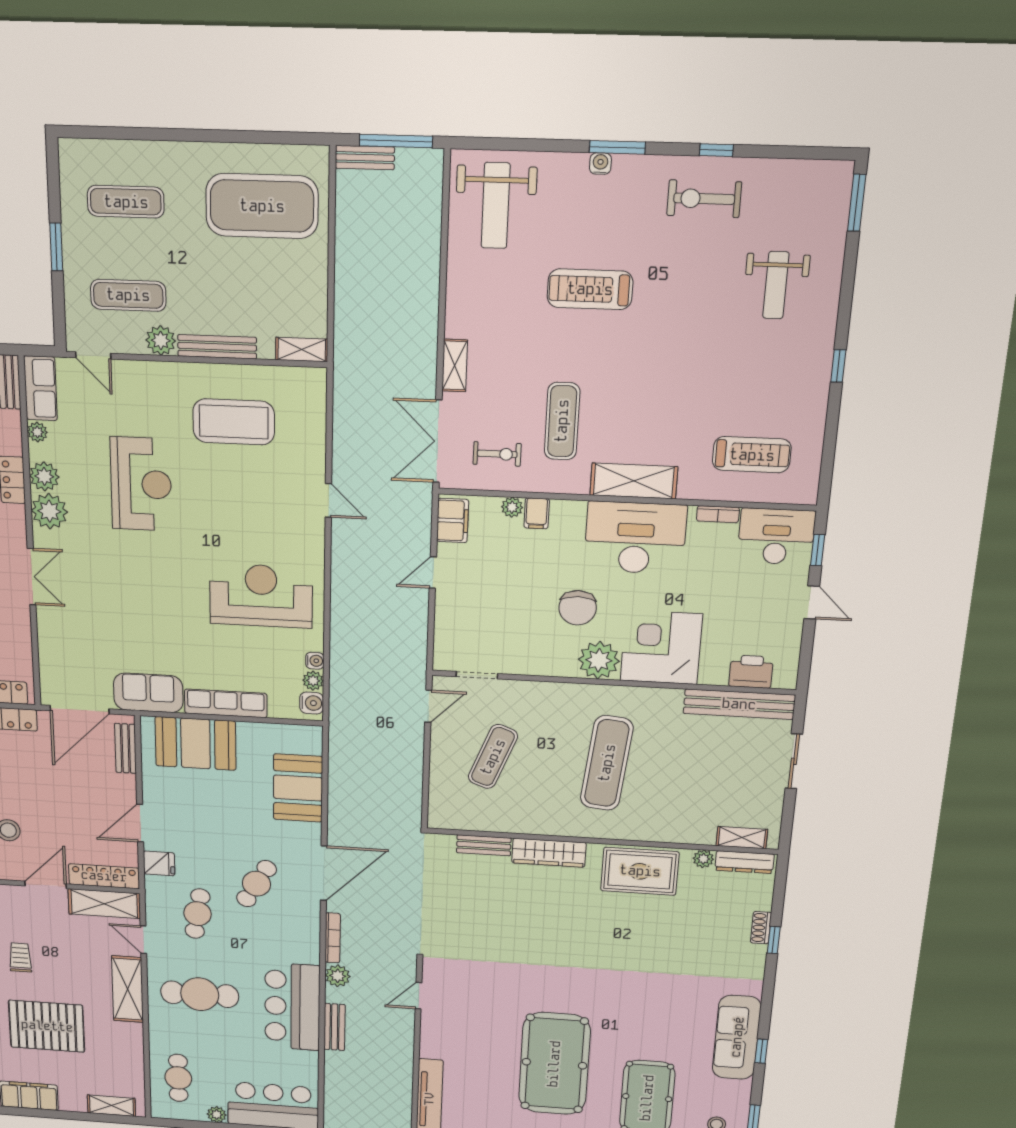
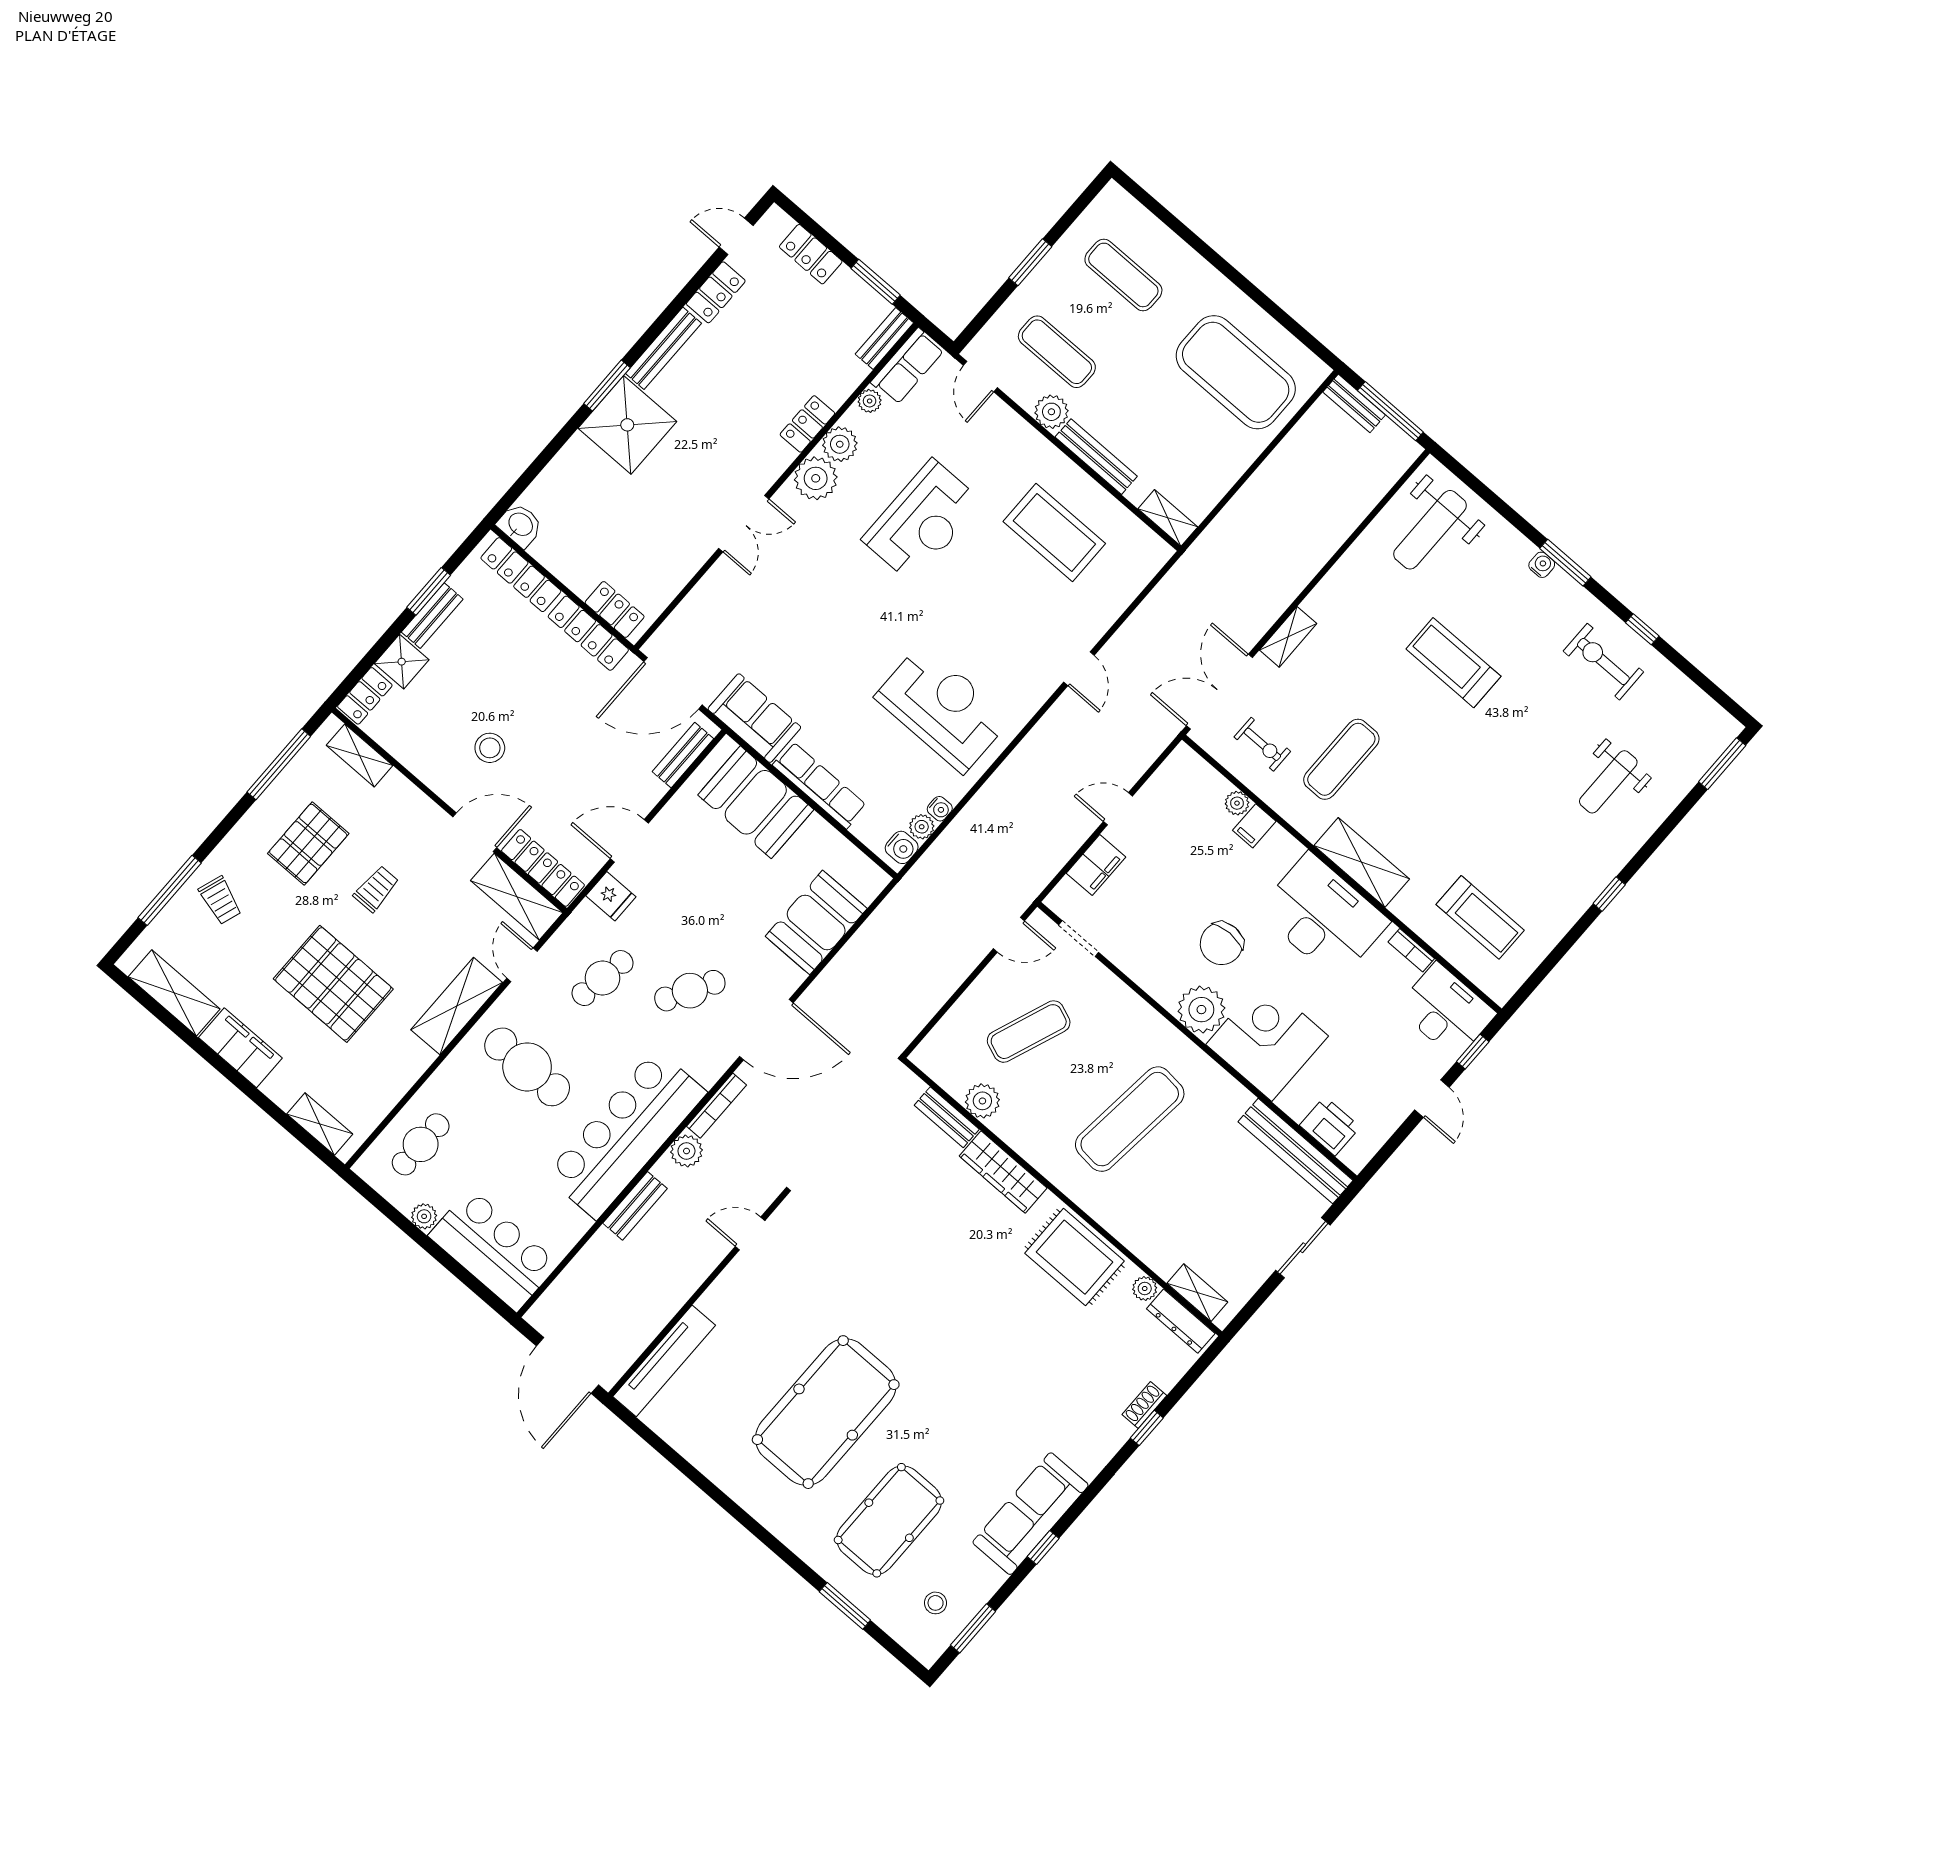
filing cabinet: (453, 520) -> (1096, 865), moved
plant: (499, 820) -> (982, 1101), added
bar counter: (292, 1007) -> (626, 1134), width x1.36

